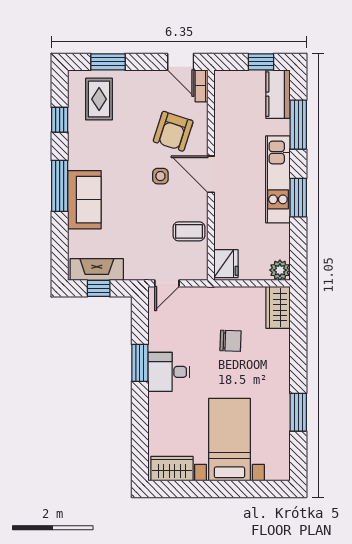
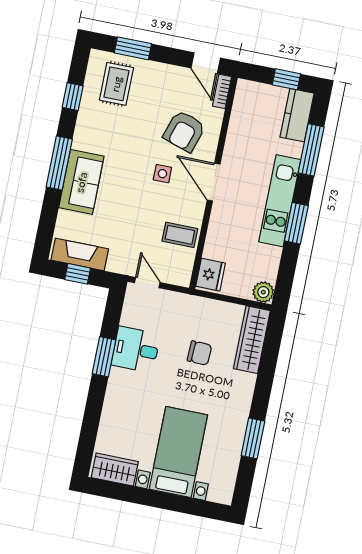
door: (167, 283) -> (147, 283), swing flipped
wardrobe: (278, 307) -> (252, 340), width x1.50
desk: (169, 372) -> (136, 350), moved

